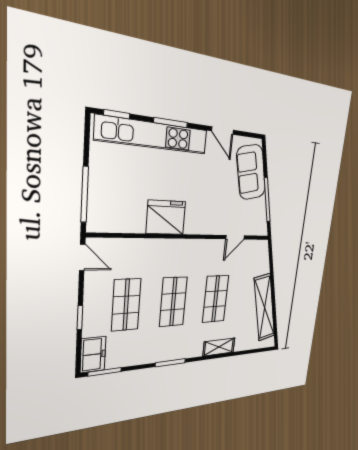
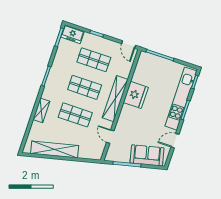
shelving: (179, 249) -> (115, 99), added
door: (82, 257) -> (129, 45), hinge flipped

